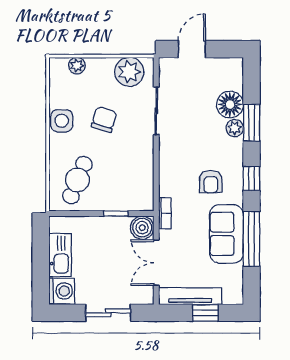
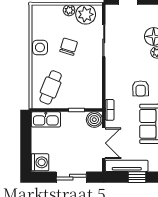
plant: (77, 66) -> (69, 10), moved
kitchen sink: (60, 255) -> (46, 119), moved, turned 90
double door: (156, 263) -> (104, 143), swing flipped

